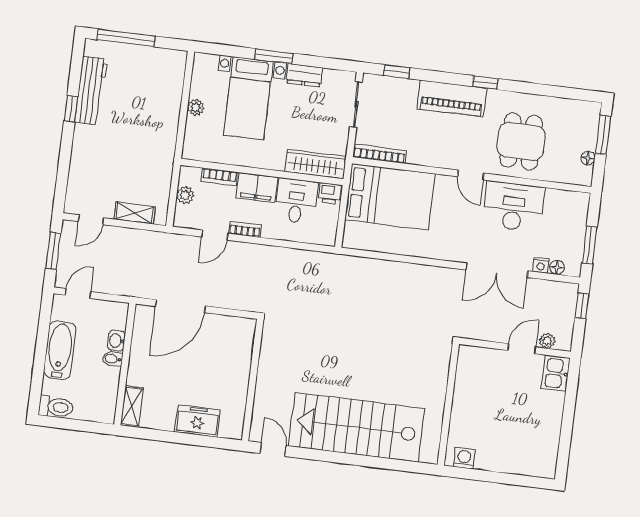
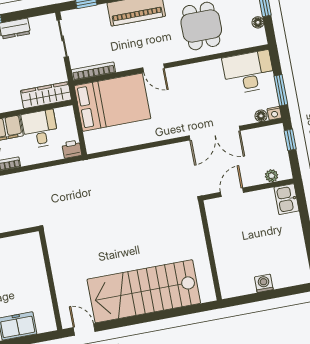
door: (471, 175) -> (154, 68), moved
printer: (330, 193) -> (72, 149), moved, turned 180
desk: (513, 207) -> (249, 72), moved
nightstand: (541, 265) -> (274, 113), moved
door: (522, 349) -> (232, 192), moved
washing machine: (464, 458) -> (264, 283), moved

